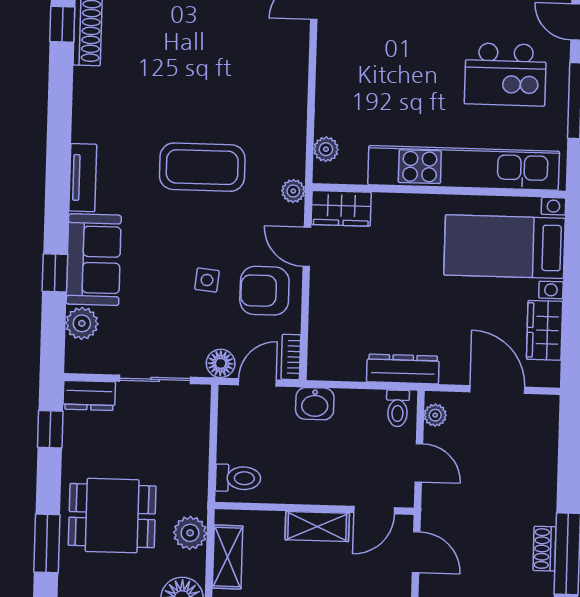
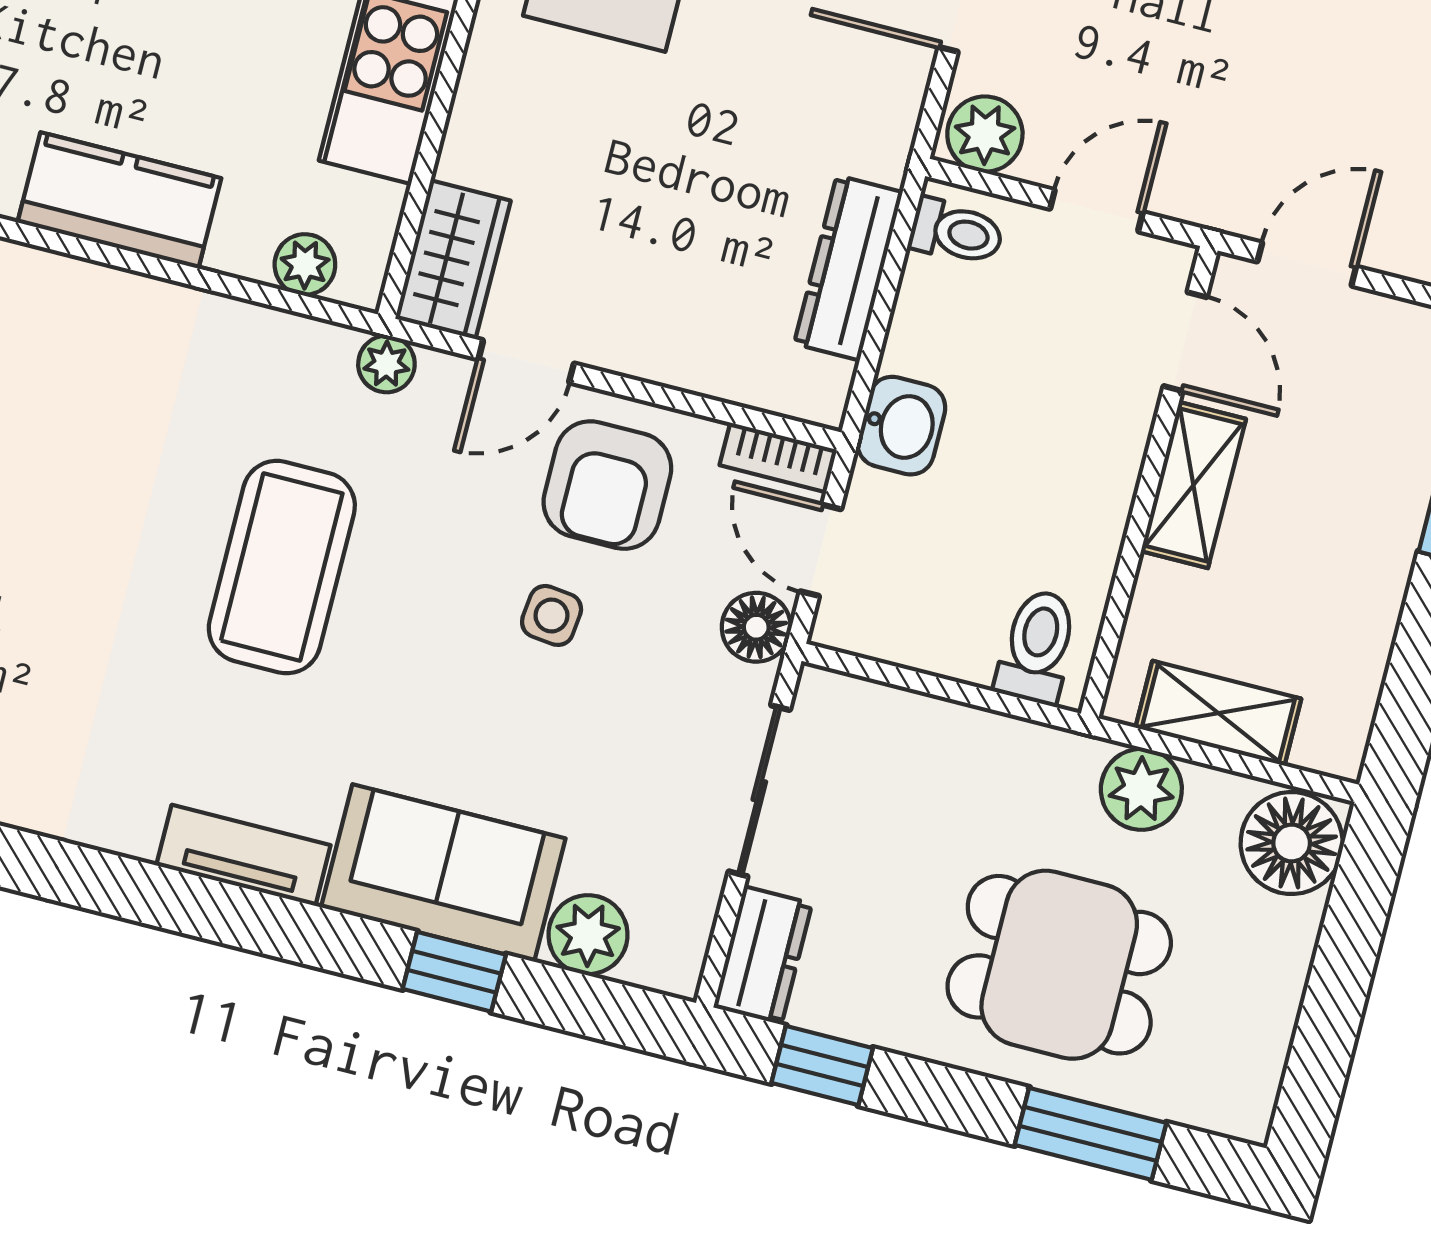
kitchen counter: (335, 69) -> (119, 200), added
dresser: (403, 369) -> (848, 268), moved
plant: (435, 415) -> (985, 134), width x1.38, depth x1.38
dining table: (112, 516) -> (1059, 965), turned 90

